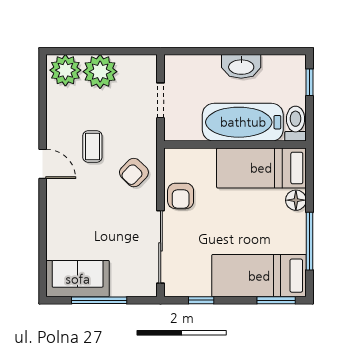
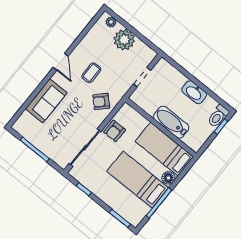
plant: (65, 70) -> (111, 22), width x0.53, depth x0.53
bathtub: (243, 122) -> (171, 122), width x0.73, depth x0.73
toilet: (296, 124) -> (218, 116), moved, turned 180
bed: (259, 276) -> (138, 180), moved
sofa: (78, 279) -> (46, 101), moved, turned 90

